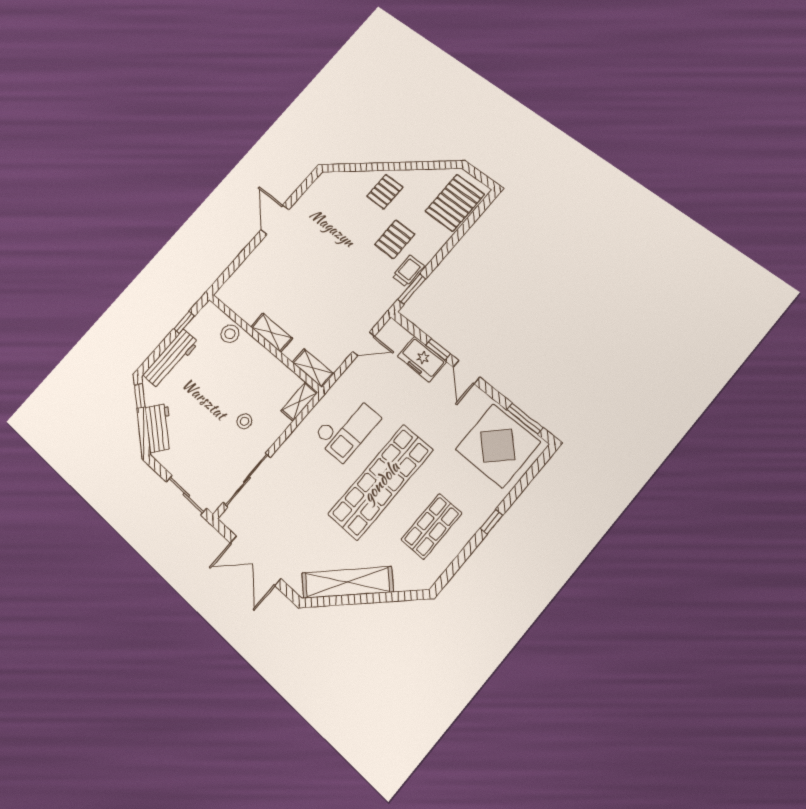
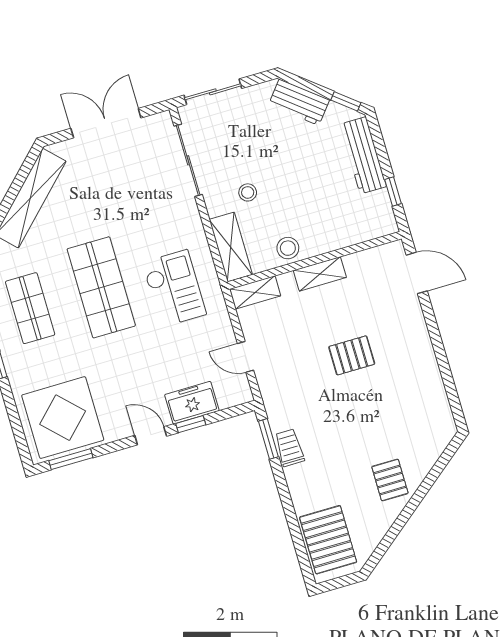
door: (275, 220) -> (417, 273), moved
pallet: (395, 239) -> (352, 355), moved, turned 90
trolley: (408, 271) -> (290, 448), turned 180
stool: (230, 334) -> (288, 248), moved
door: (364, 344) -> (246, 357), hinge flipped
shelving: (299, 402) -> (231, 247), width x1.50, depth x1.33
checkout: (347, 428) -> (174, 288), turned 180
shop shelf: (381, 482) -> (101, 287), width x0.71

